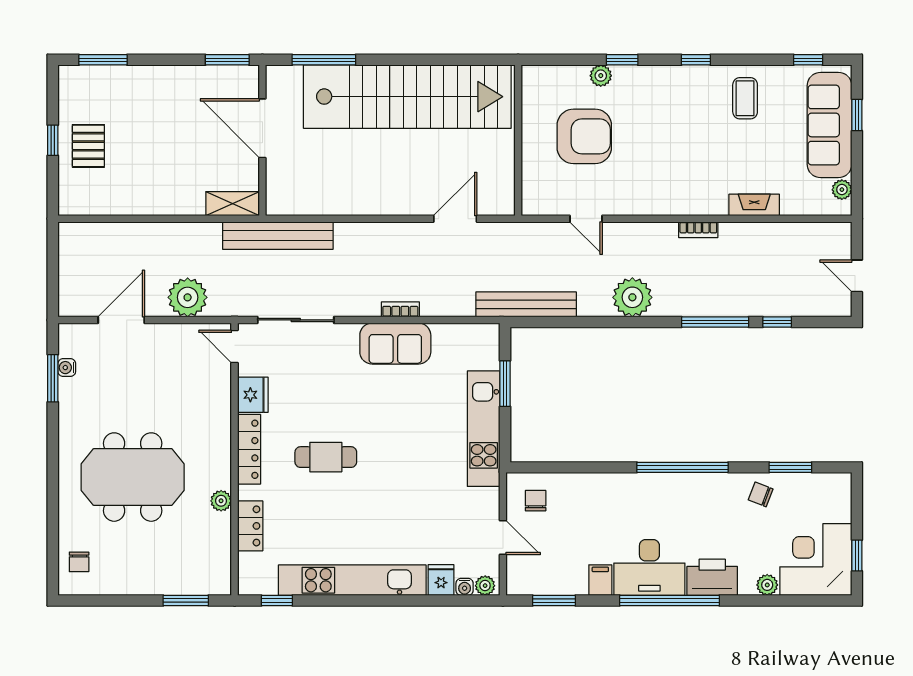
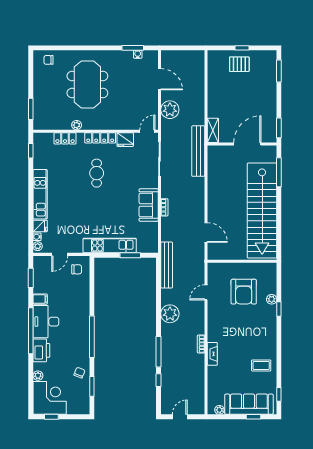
window: (696, 60) -> (279, 343), removed
fireplace: (754, 205) -> (212, 354), moved
kitchen unit: (352, 580) -> (40, 194), width x0.73

